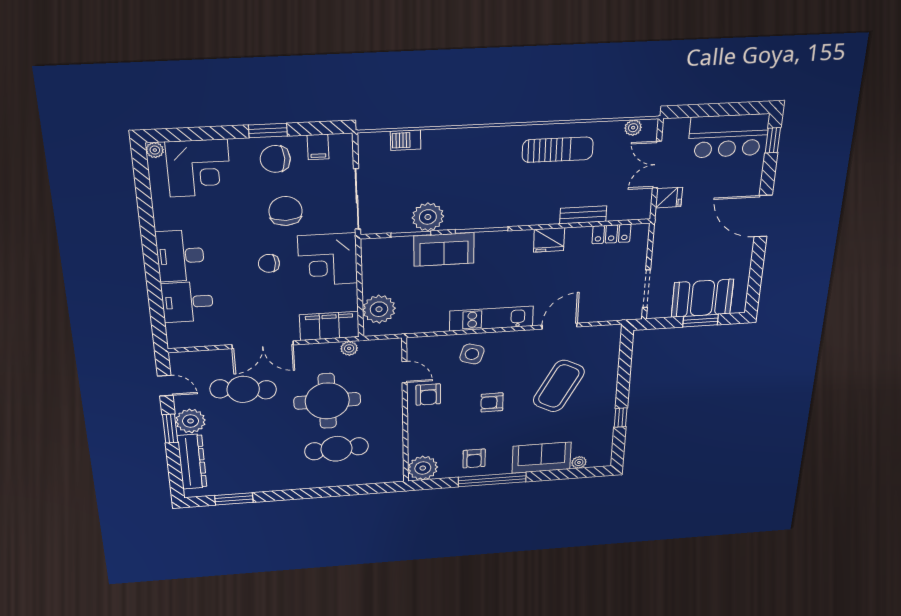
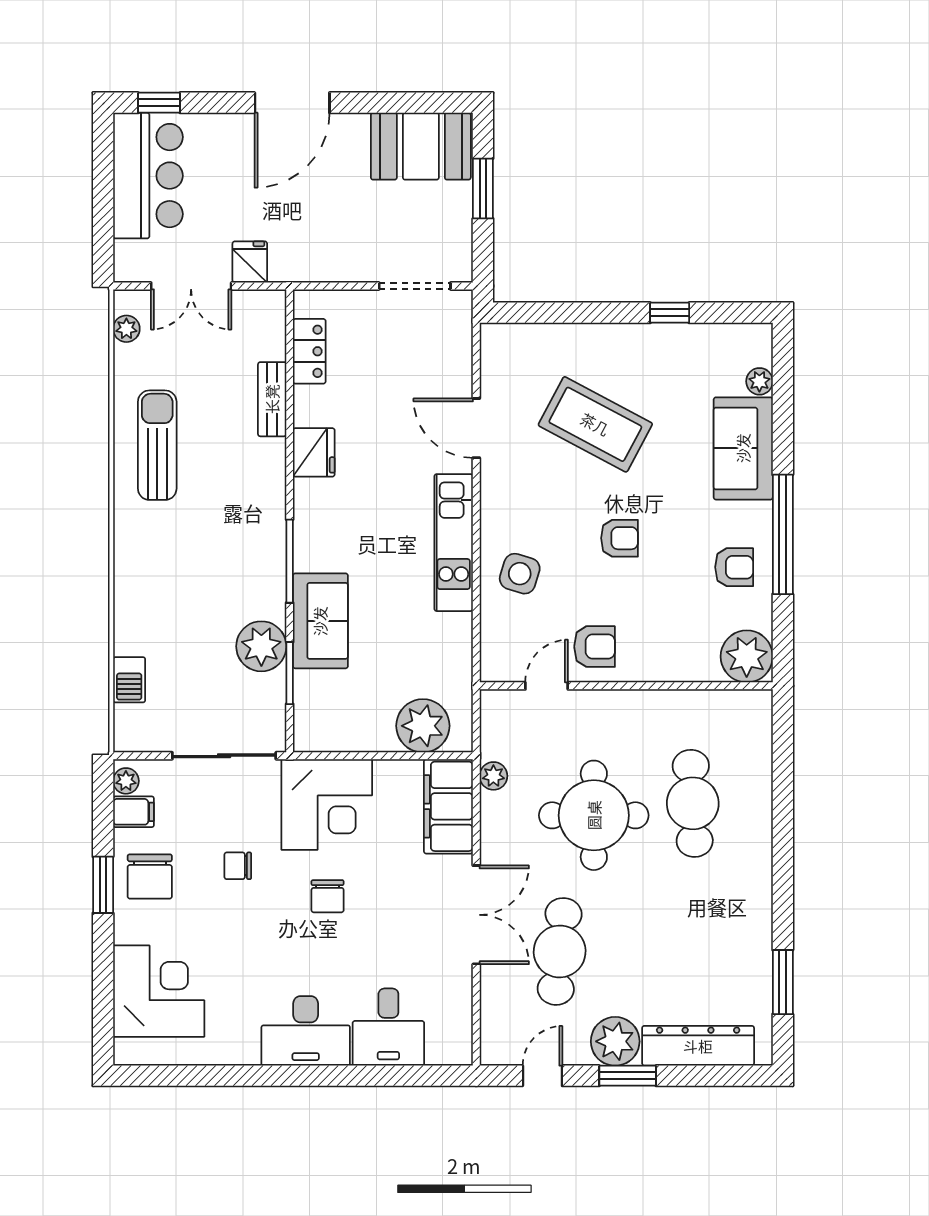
plant: (155, 150) -> (126, 781), moved
chair: (285, 211) -> (238, 866), width x0.54, depth x0.54
booth: (702, 298) -> (421, 146), moved, turned 90
armchair: (492, 402) -> (619, 538), turned -90

